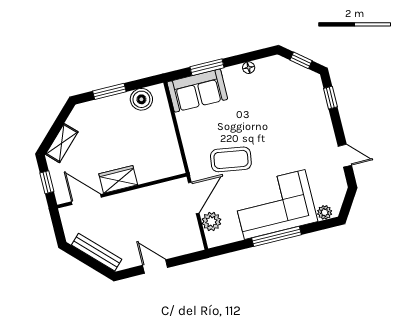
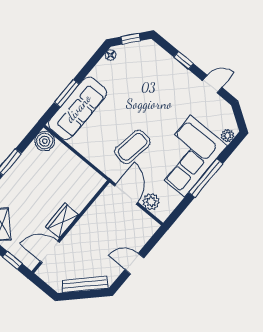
floor lamp: (249, 68) -> (111, 55), moved
sofa: (197, 91) -> (78, 108), width x1.36
window: (330, 98) -> (184, 60), moved
boiler: (141, 99) -> (45, 141), moved

